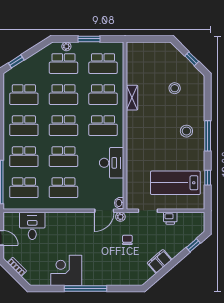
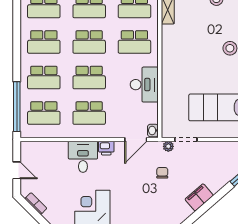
plant: (120, 217) -> (168, 146), moved
printer: (170, 218) -> (106, 148), moved
desk: (32, 226) -> (83, 157), moved

